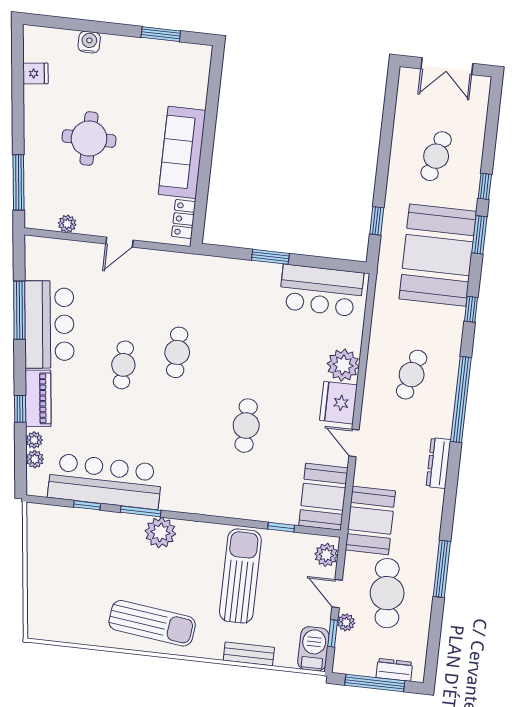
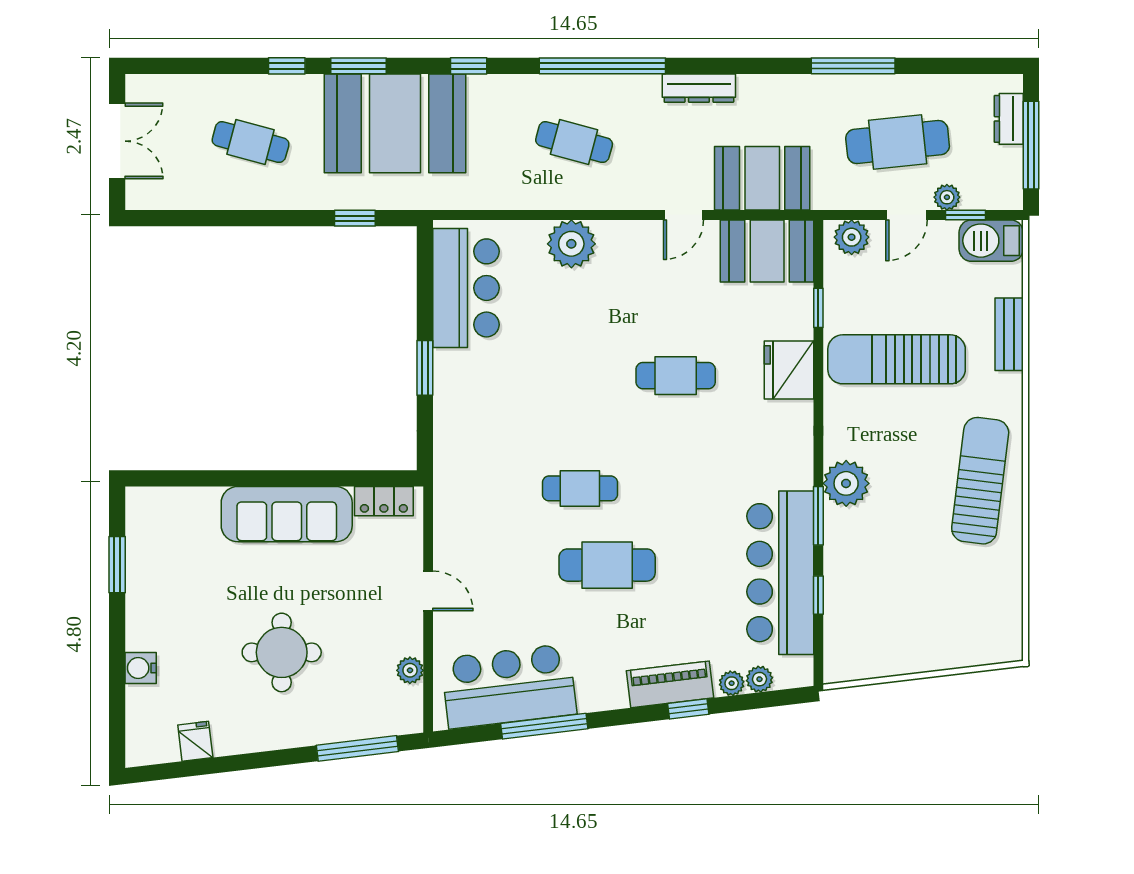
bar counter: (49, 324) -> (509, 686), moved
cafe table: (123, 365) -> (607, 565), width x1.37, depth x1.35
fridge: (338, 403) -> (789, 370), moved, turned 90
booth: (370, 520) -> (762, 178), moved

